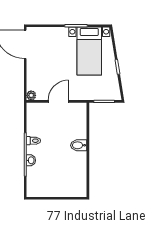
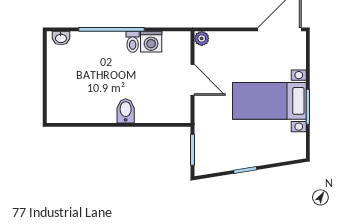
bed with nightstands: (89, 51) -> (269, 101), moved
washing machine: (33, 129) -> (151, 42), added
washbasin: (31, 160) -> (61, 38), moved

